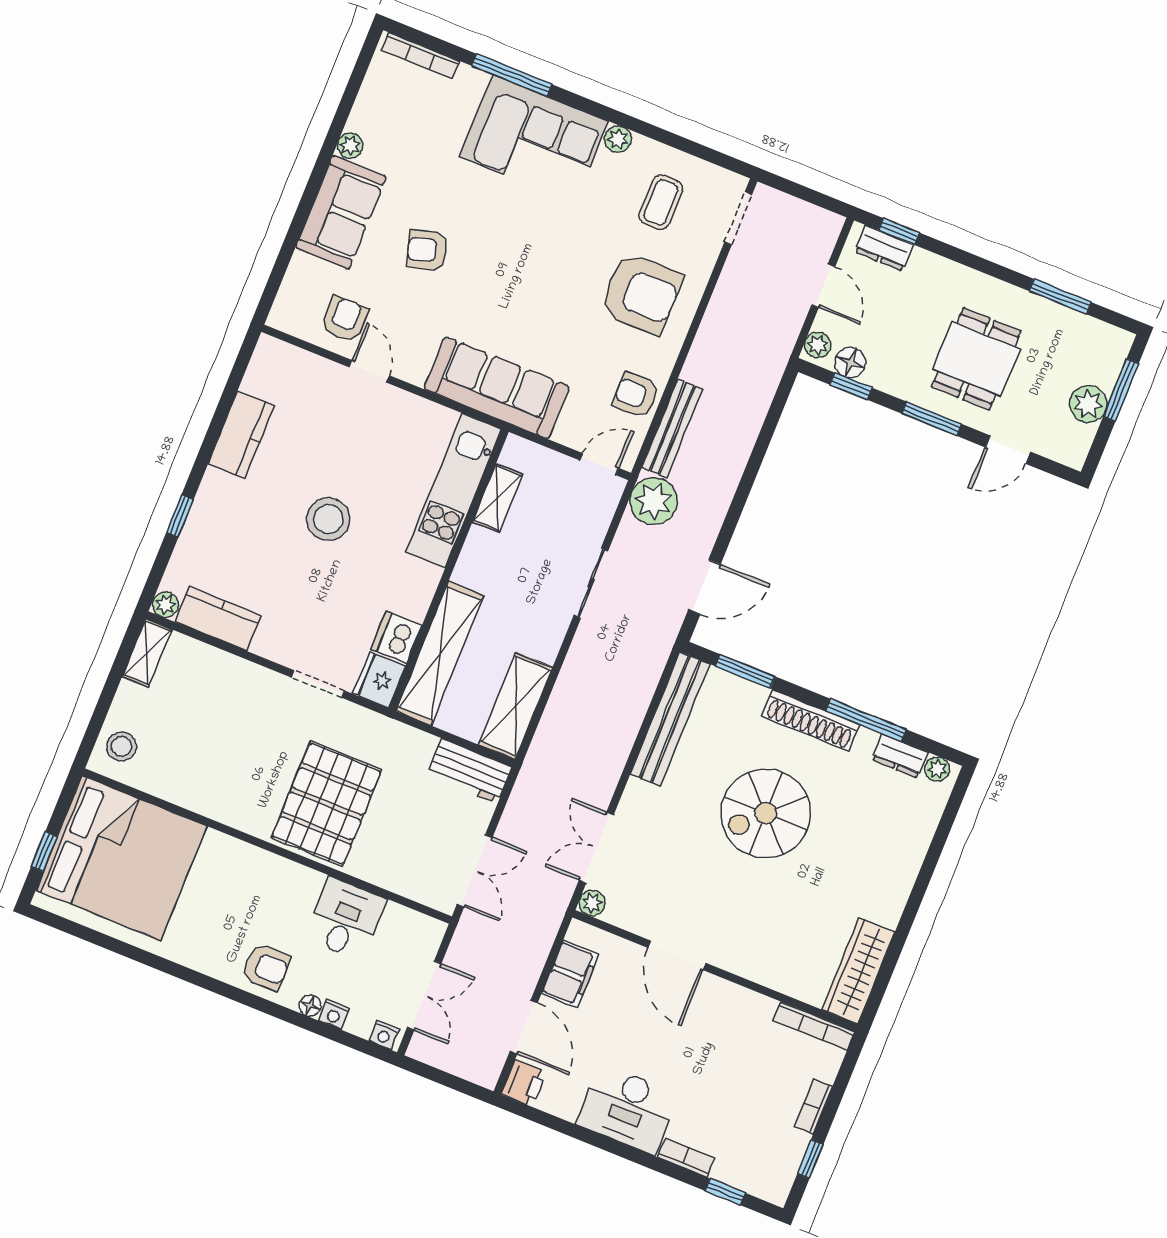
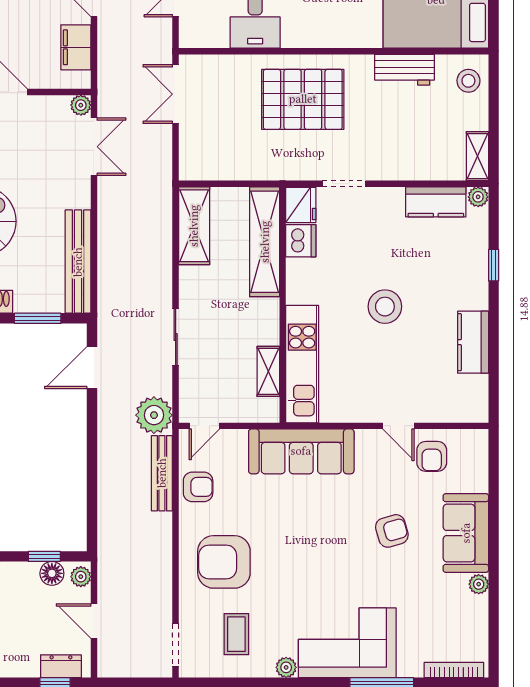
workbench: (470, 771) -> (405, 70), moved, turned 180
pallet: (326, 804) -> (303, 99), turned 90

